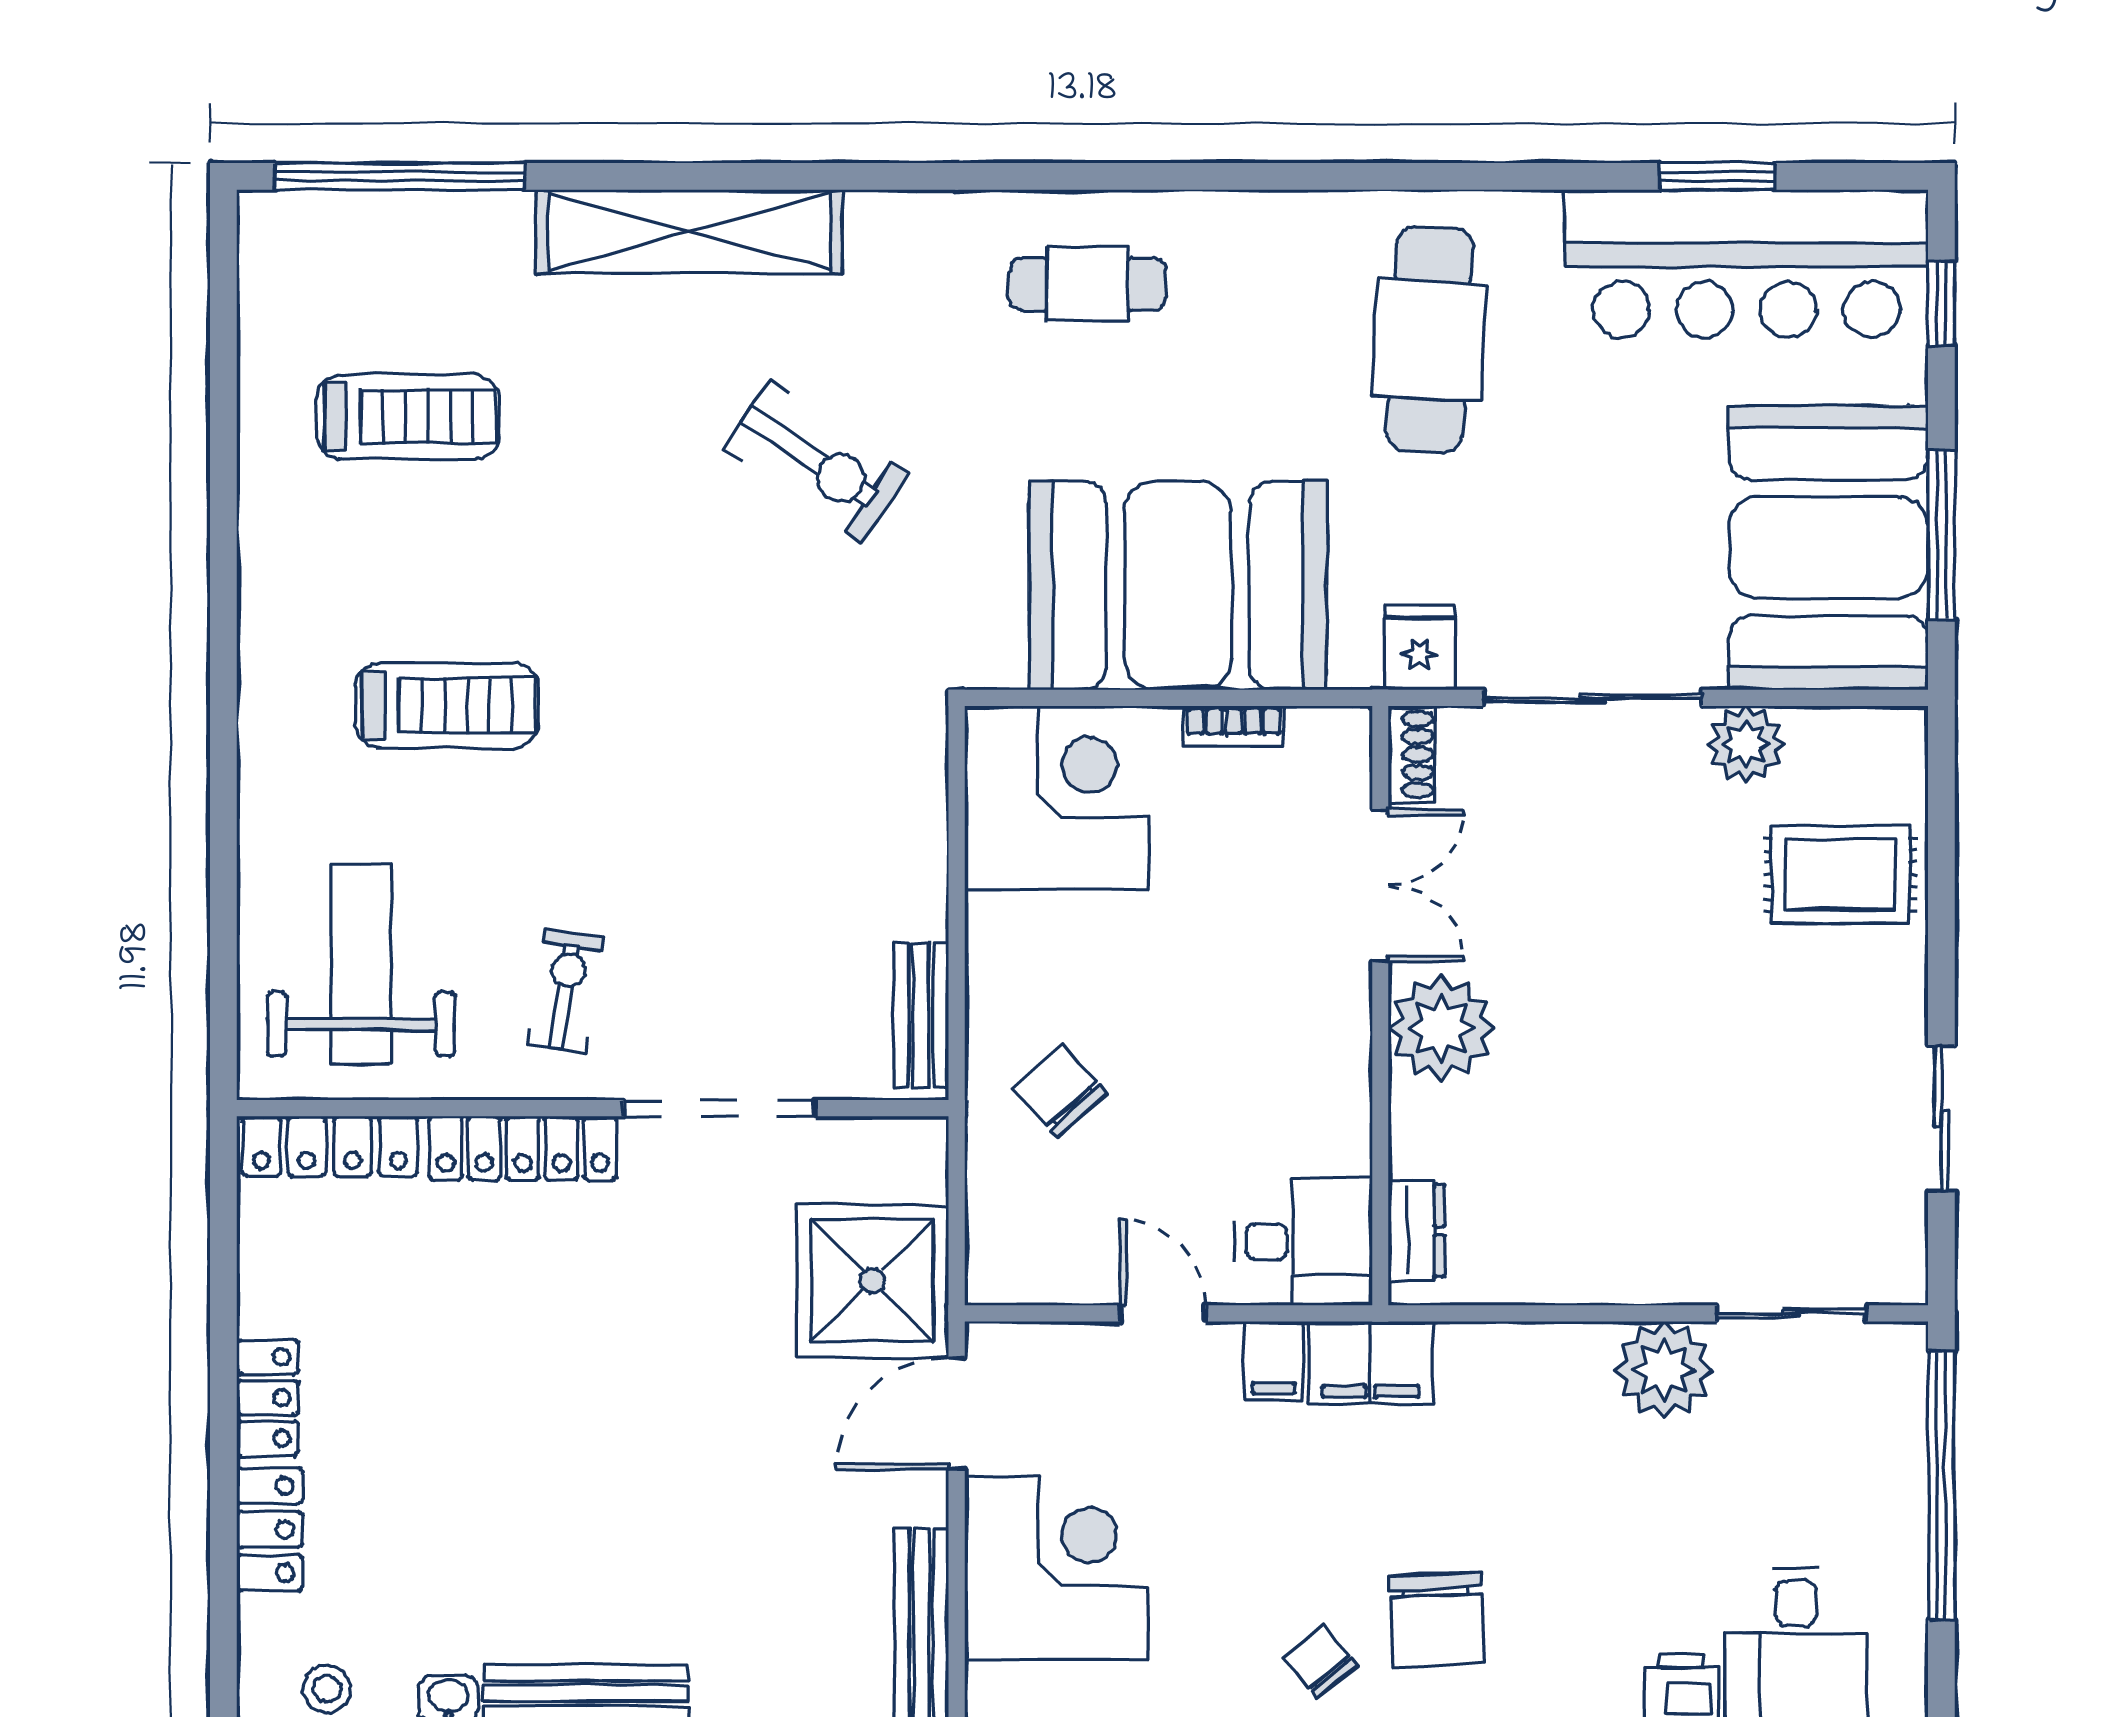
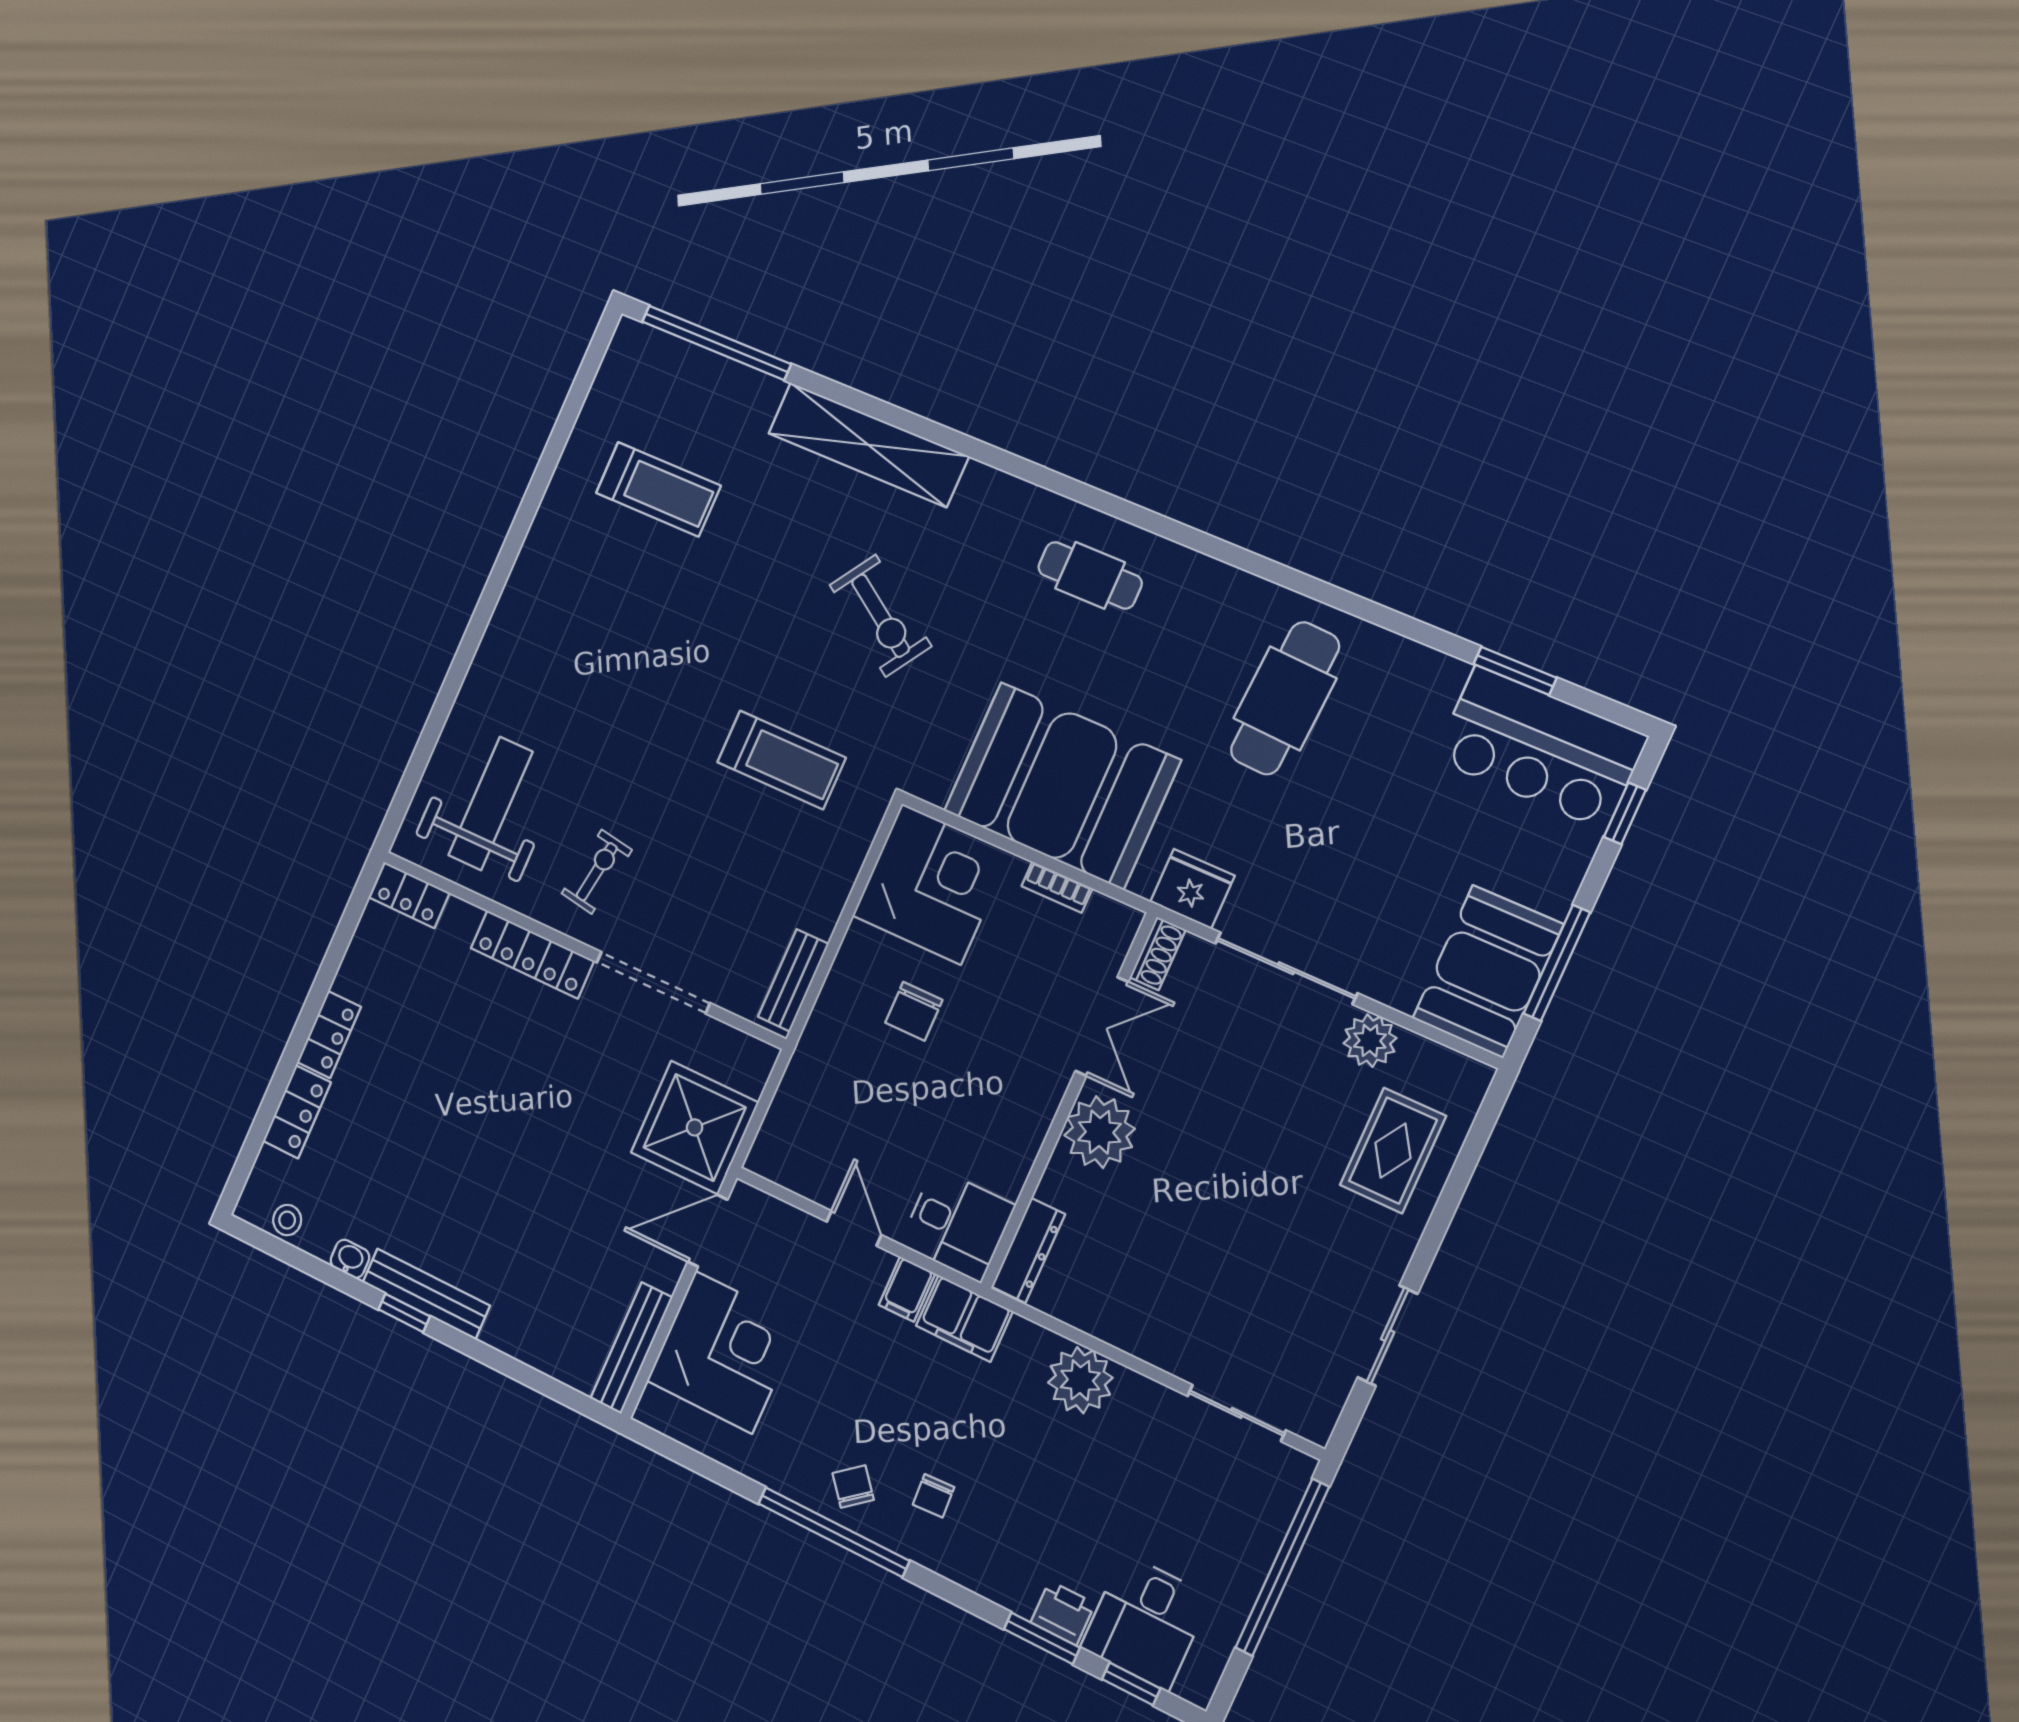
bar counter: (1747, 264) -> (1540, 748), width x0.73
booth: (1828, 548) -> (1488, 971), width x0.73, depth x0.70
fridge: (1419, 647) -> (1192, 889), width x1.38
treadmill: (447, 705) -> (781, 760), moved
rug: (1840, 874) -> (1393, 1151), turned 90
chair: (1060, 1091) -> (914, 1011), moved, turned -138
locker: (330, 1146) -> (410, 895), width x0.66
dresser: (1416, 1231) -> (1028, 1250), width x1.44
plant: (1664, 1370) -> (1080, 1380), moved
chair: (1437, 1620) -> (934, 1496), width x0.54, depth x0.54

